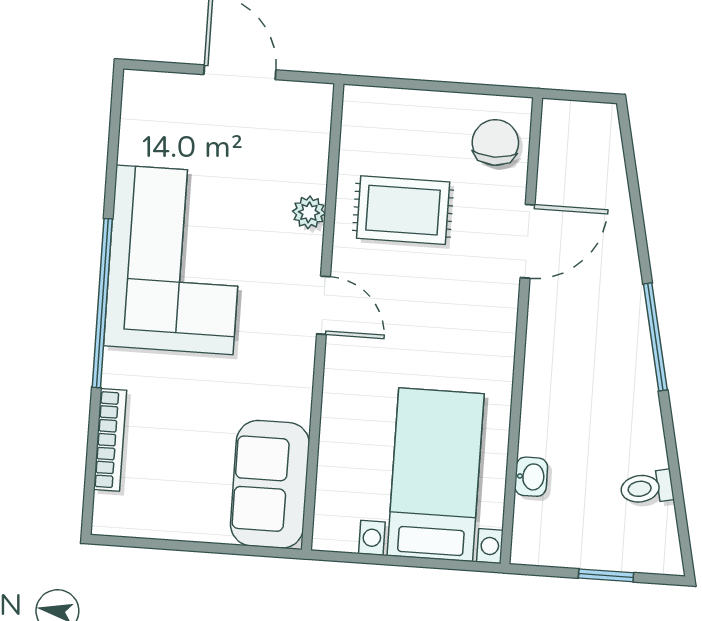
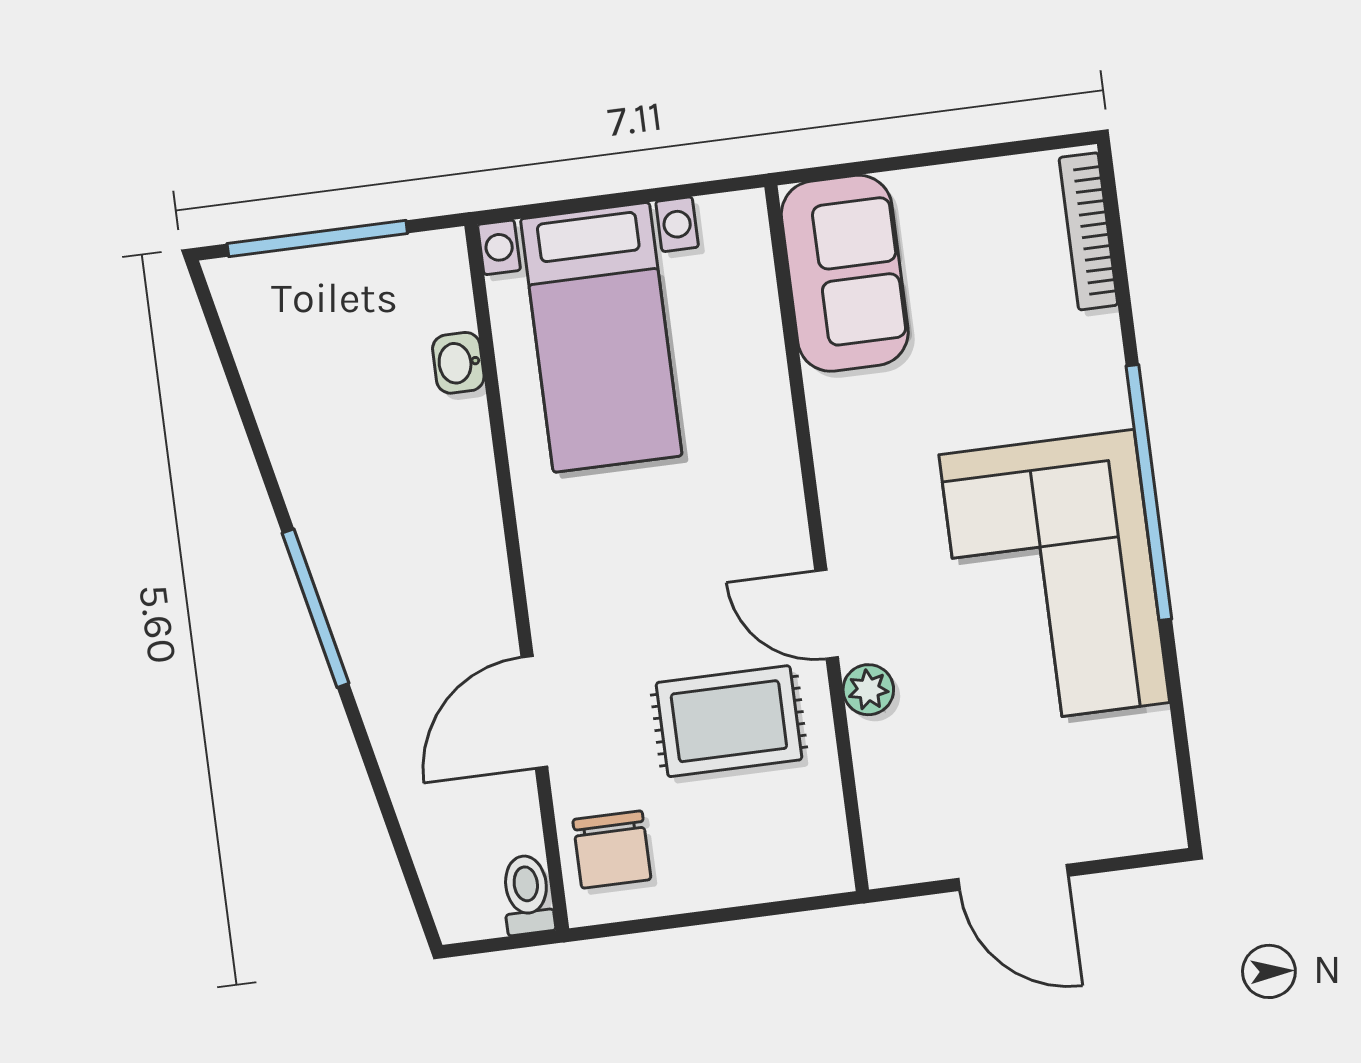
door: (323, 305) -> (827, 614), moved
bookcase: (110, 440) -> (1088, 231), moved
toilet: (647, 488) -> (527, 895), moved, turned -78
window: (606, 575) -> (317, 239), width x2.17

